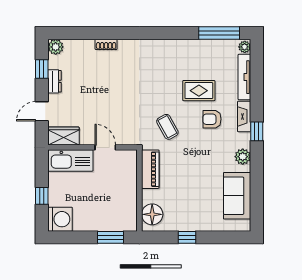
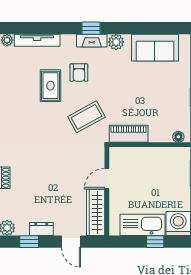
fireplace: (244, 116) -> (92, 41), moved
coffee table: (167, 127) -> (86, 117), width x1.36, depth x1.30
wardrobe: (63, 136) -> (96, 212), width x1.50
kitchen sink: (70, 160) -> (143, 225), moved, turned -90
floor lamp: (152, 214) -> (178, 137), width x0.53, depth x0.53

